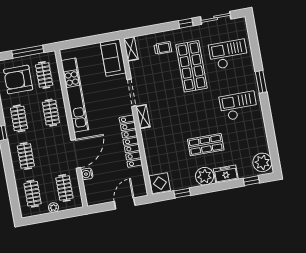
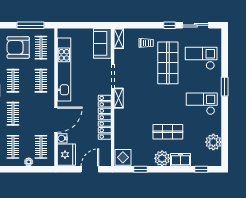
plant: (262, 162) -> (213, 142), moved
fridge: (95, 192) -> (66, 155), added

